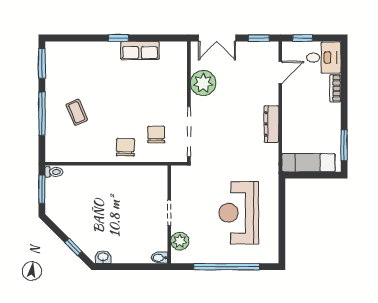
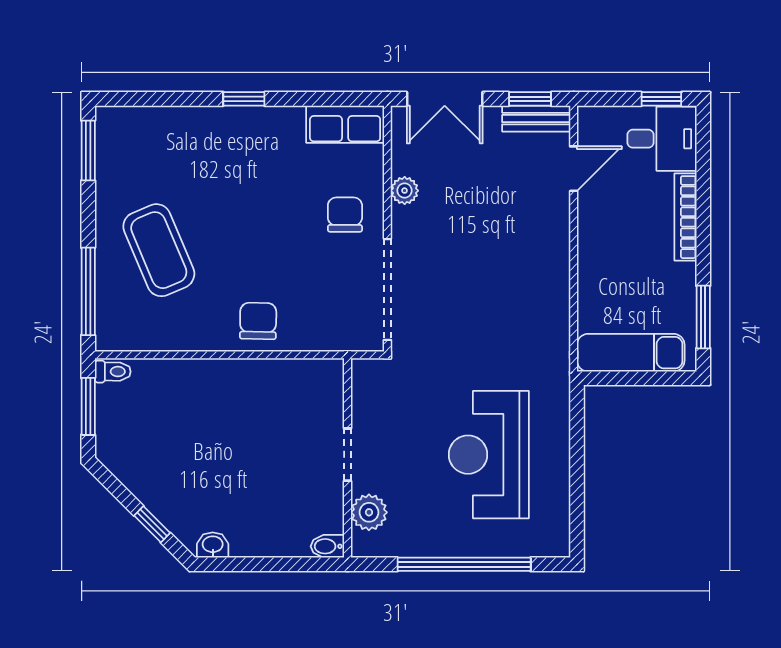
window: (303, 38) -> (661, 99), moved
bench: (262, 48) -> (536, 119), added
row of seats: (140, 50) -> (345, 124), moved
plant: (203, 83) -> (405, 191), width x0.53, depth x0.53
bookcase: (335, 88) -> (685, 217), width x1.56
coffee table: (77, 112) -> (159, 250), width x1.86, depth x1.72
window: (42, 114) -> (88, 291), moved
dresser: (271, 124) -> (556, 274), removed
chair: (156, 134) -> (345, 215), moved

